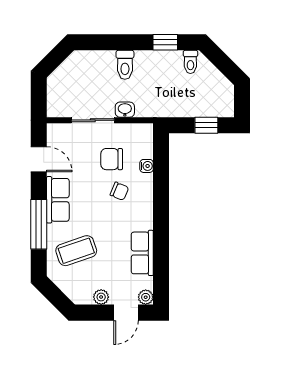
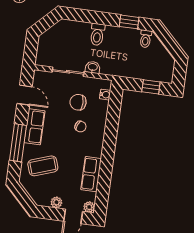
water cooler: (147, 166) -> (105, 95), moved

